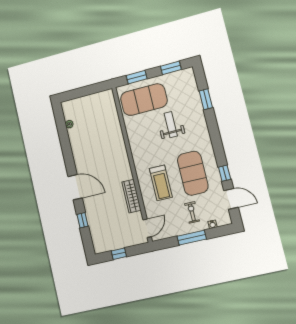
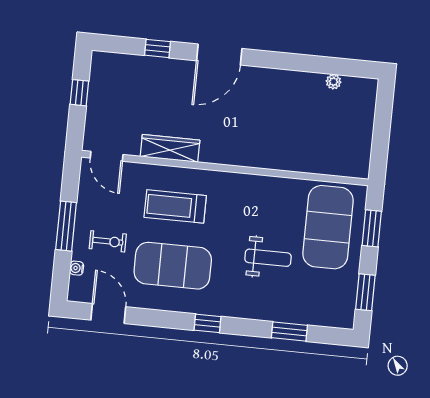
window: (225, 173) -> (208, 323), moved
door: (231, 199) -> (108, 313), swing flipped

